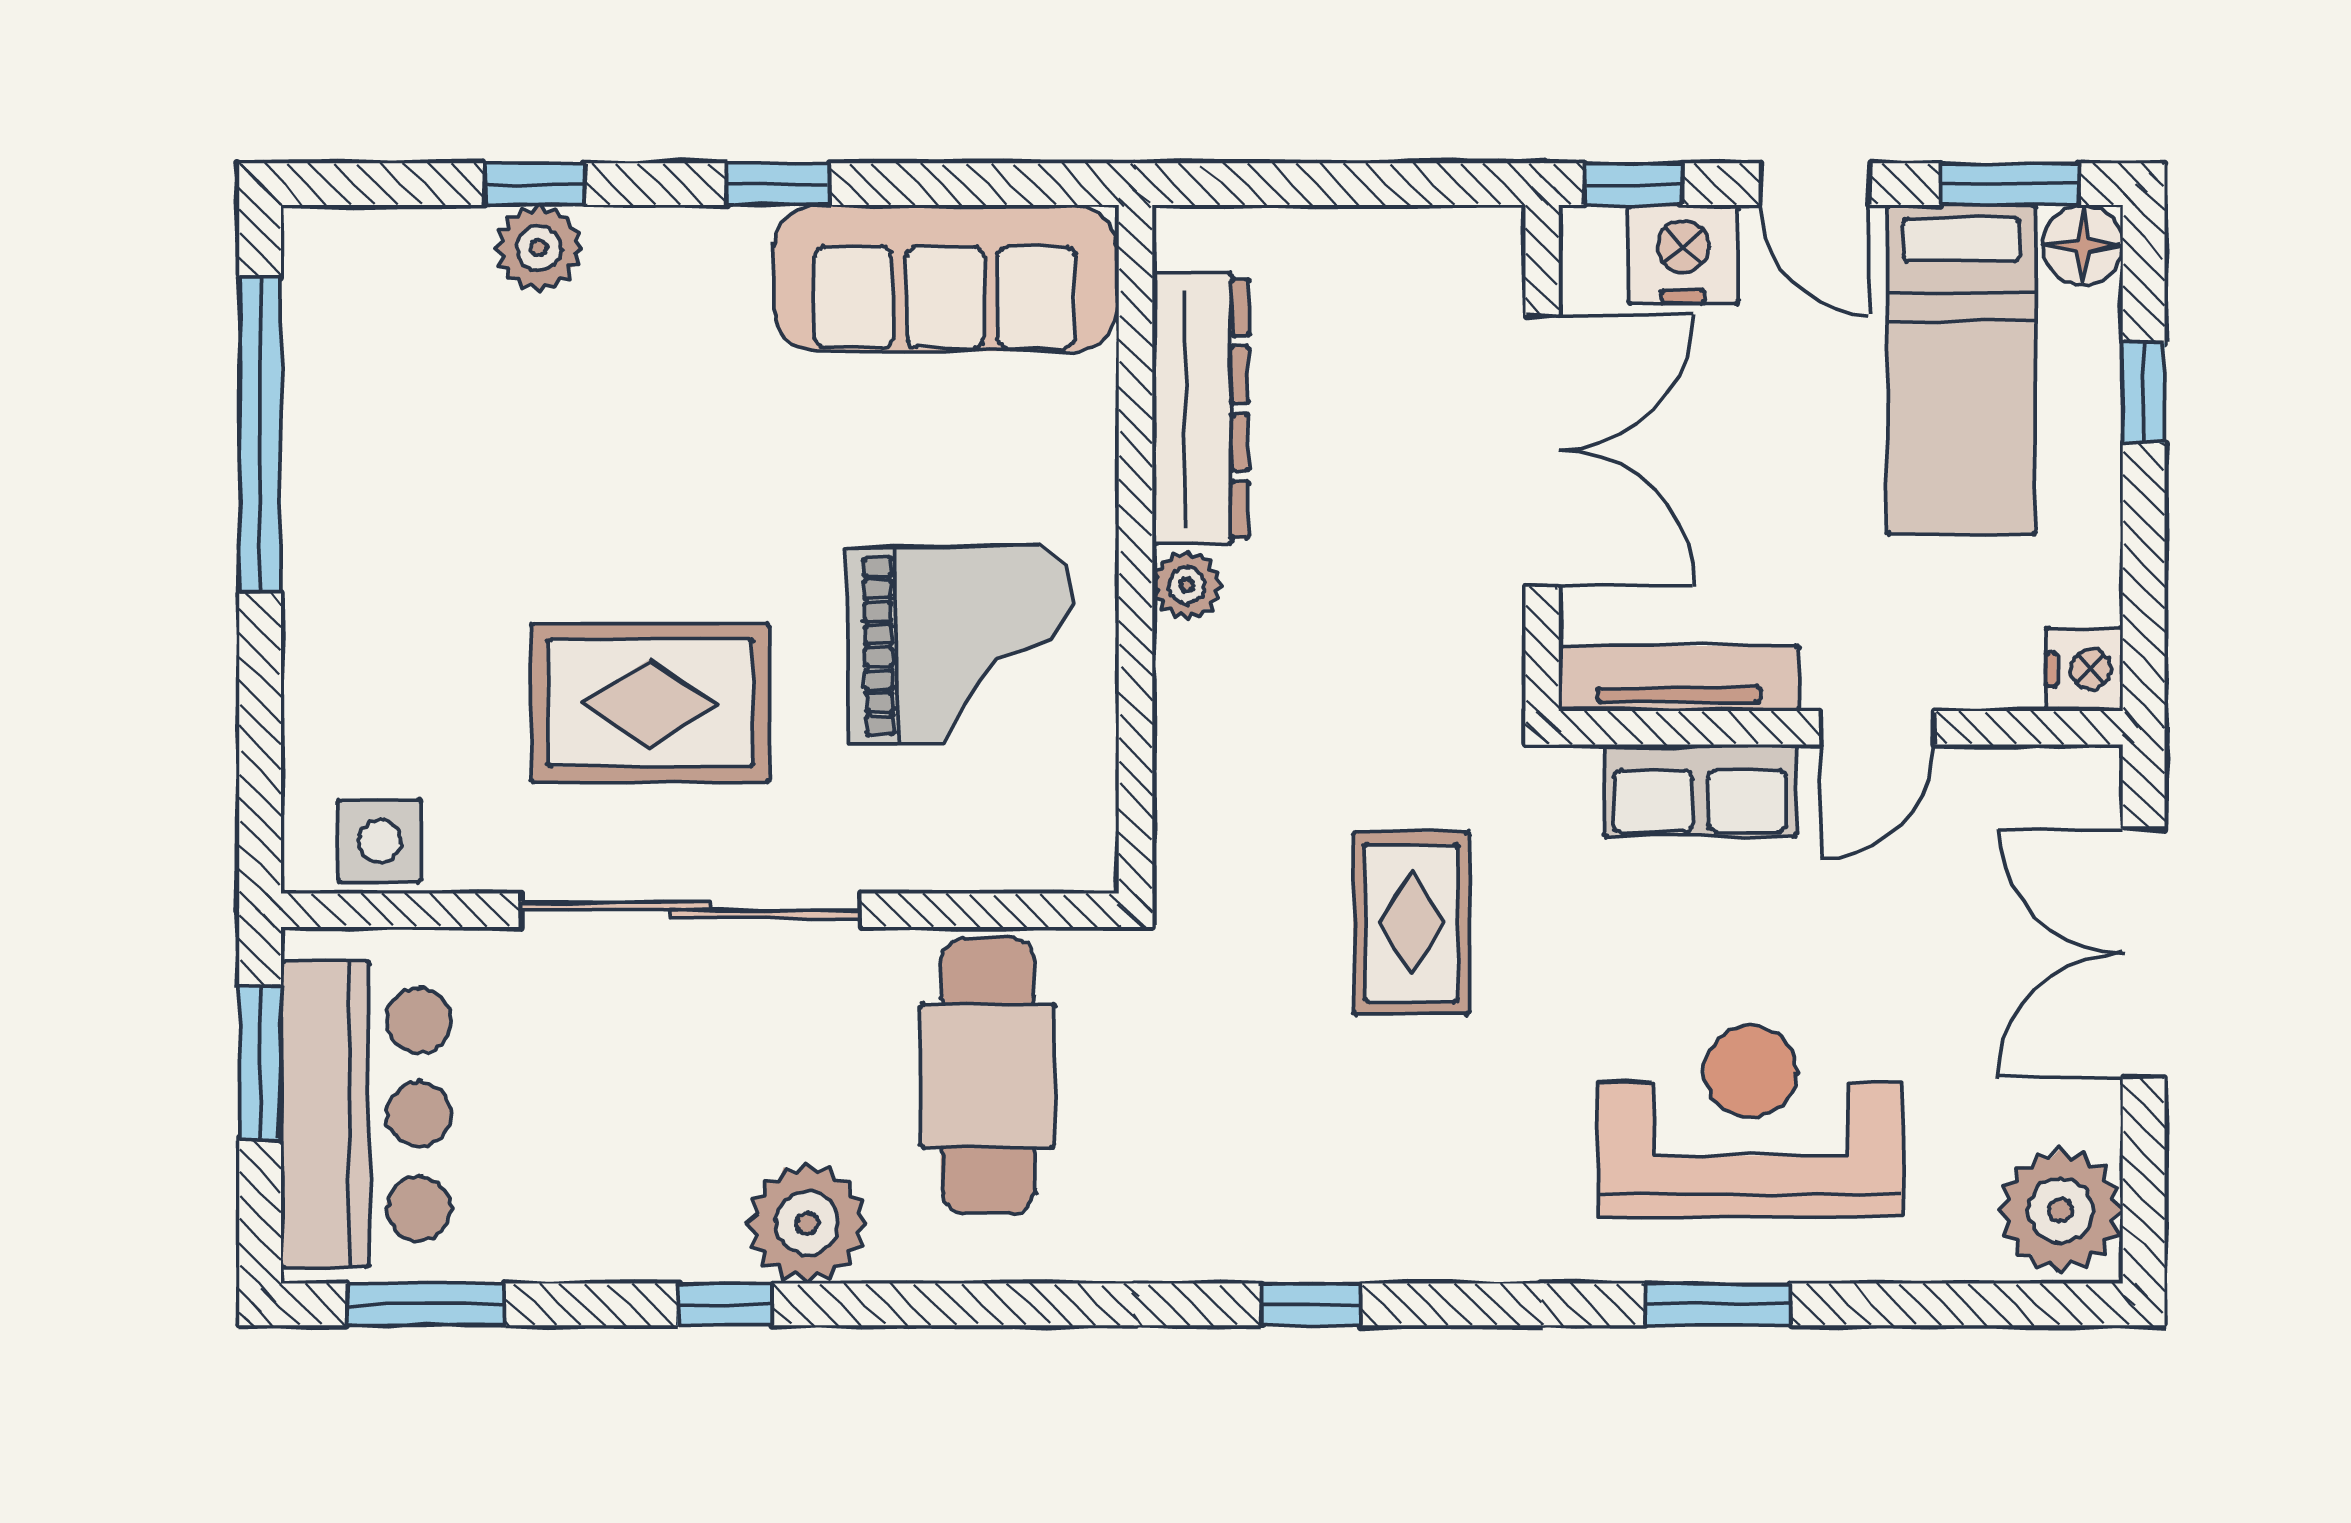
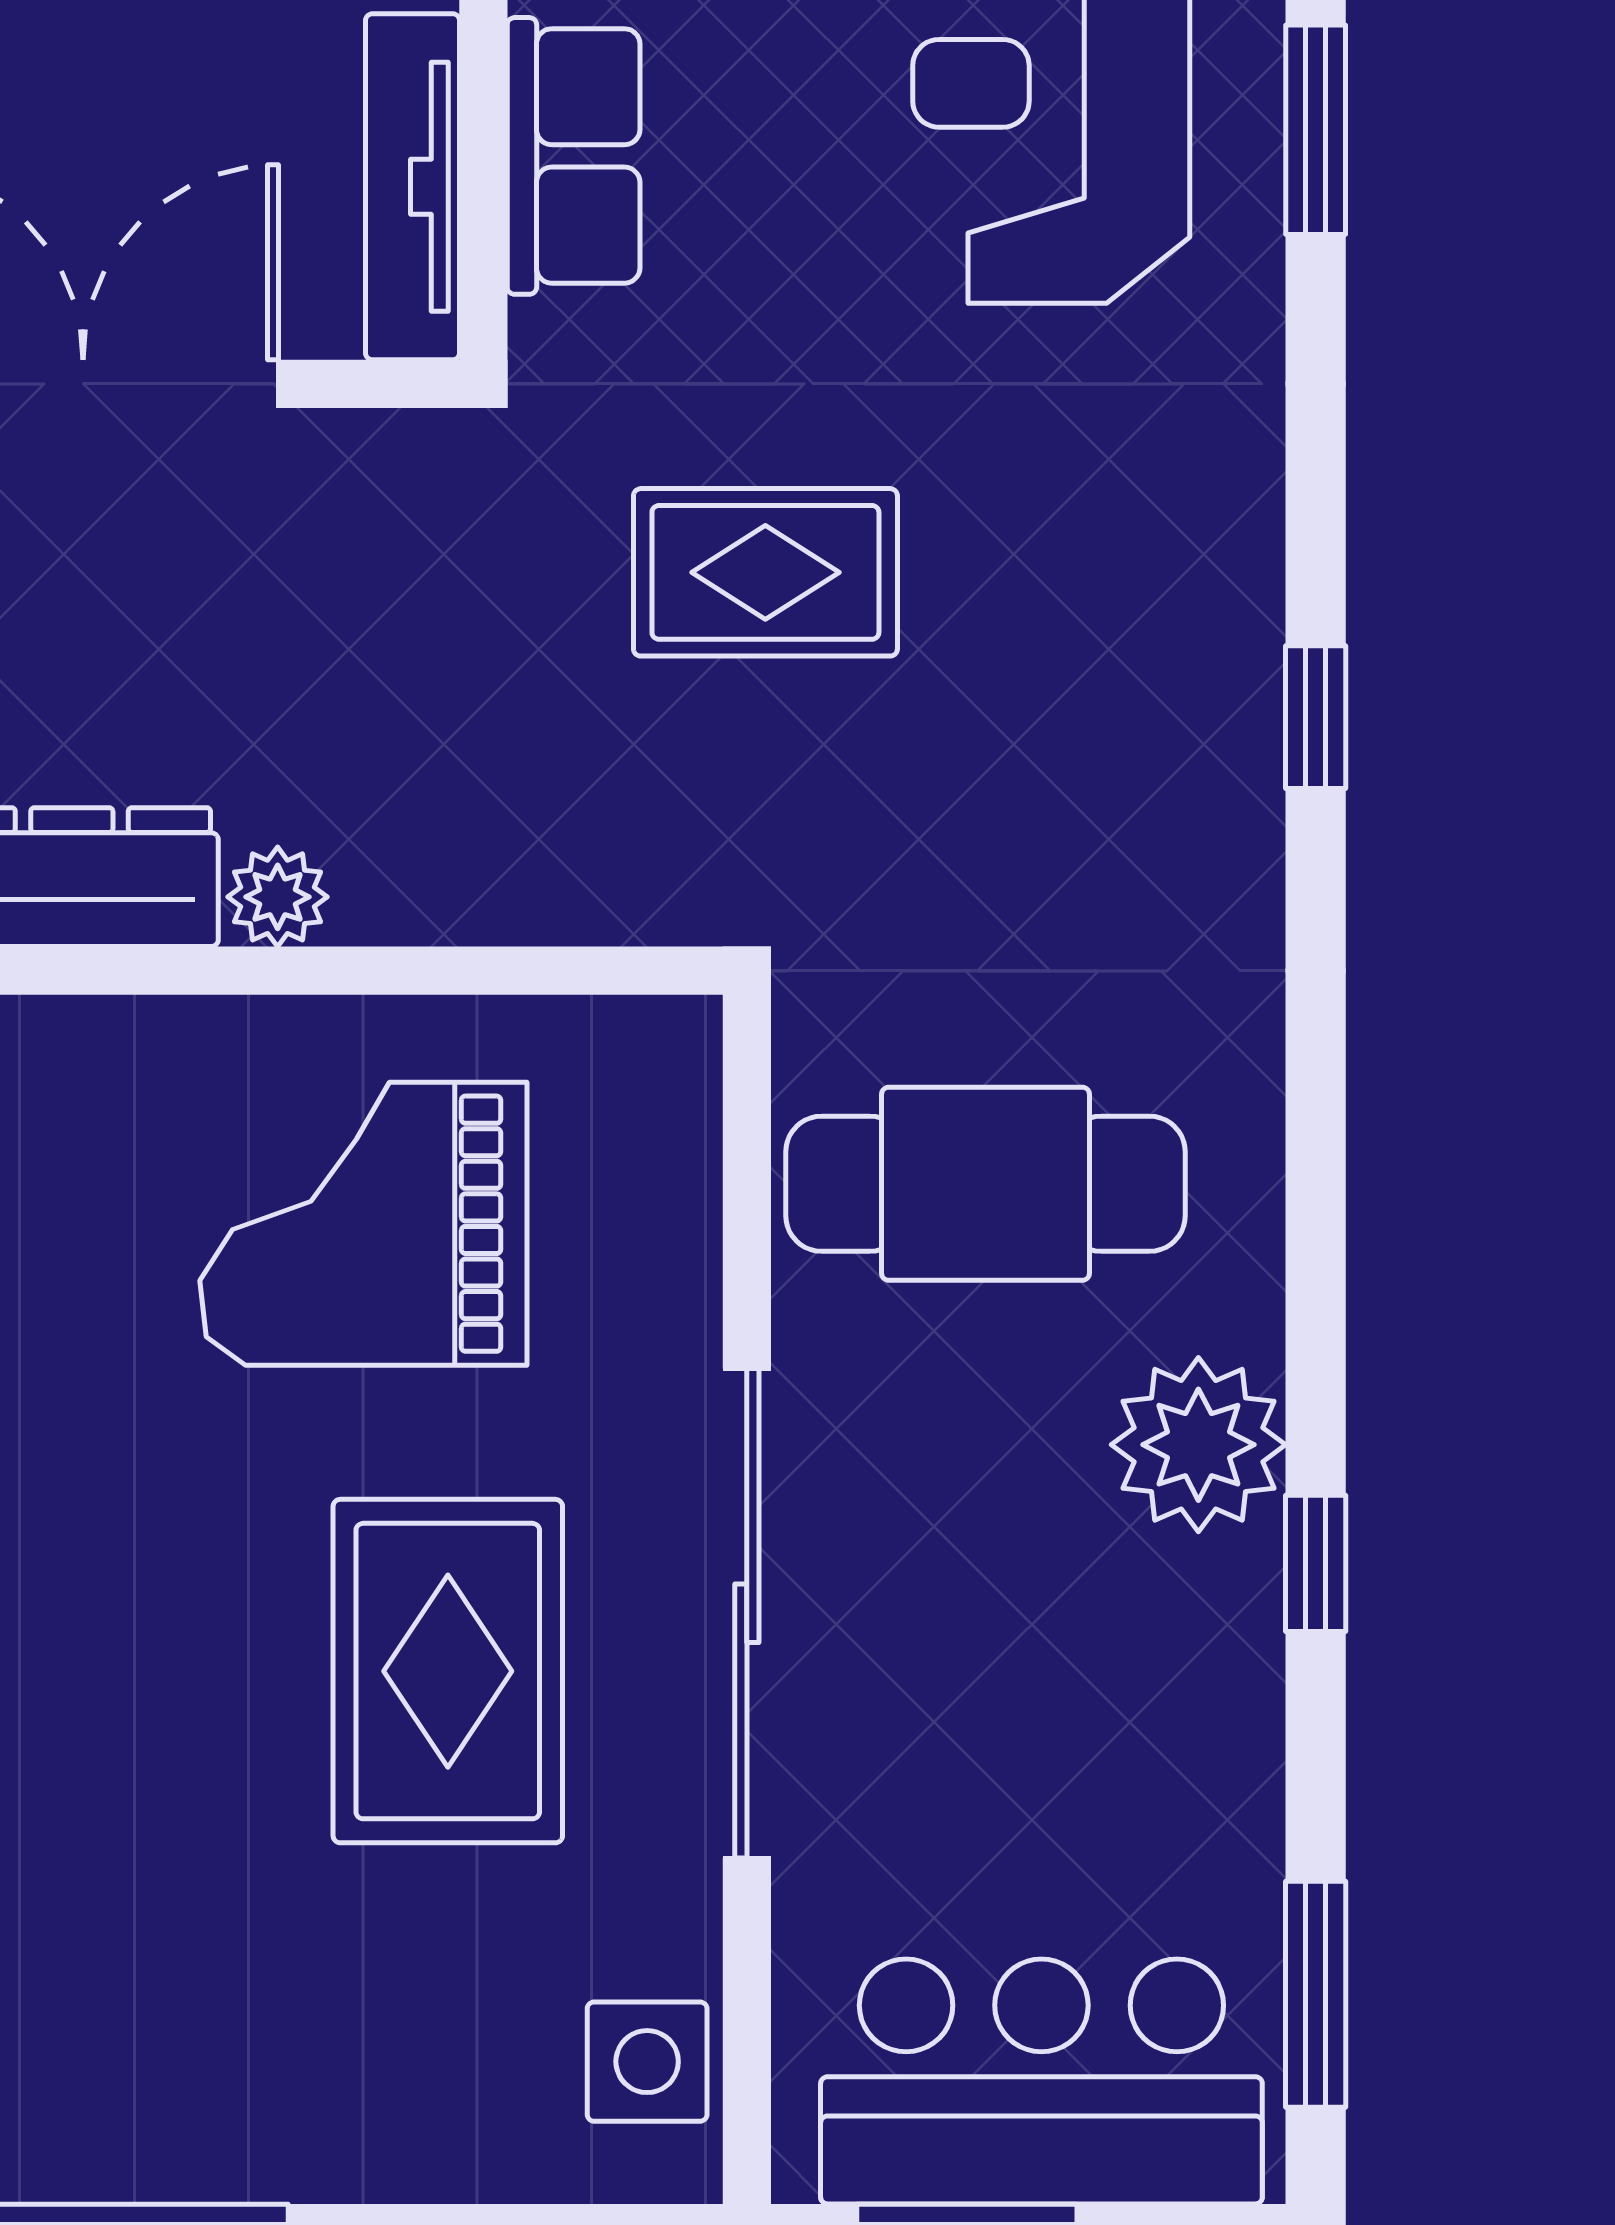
grand piano: (960, 644) -> (363, 1224), turned -89

